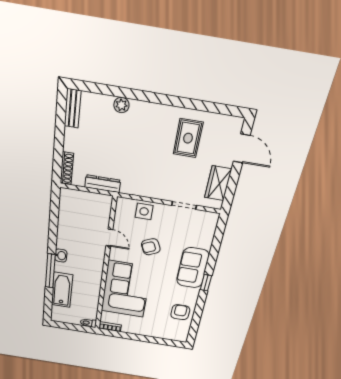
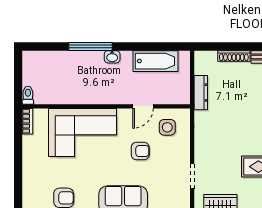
shoe rack: (67, 168) -> (234, 56), moved
side table: (144, 211) -> (167, 127), moved
armchair: (151, 247) -> (140, 151), turned 115
bathtub: (62, 290) -> (156, 61), moved

